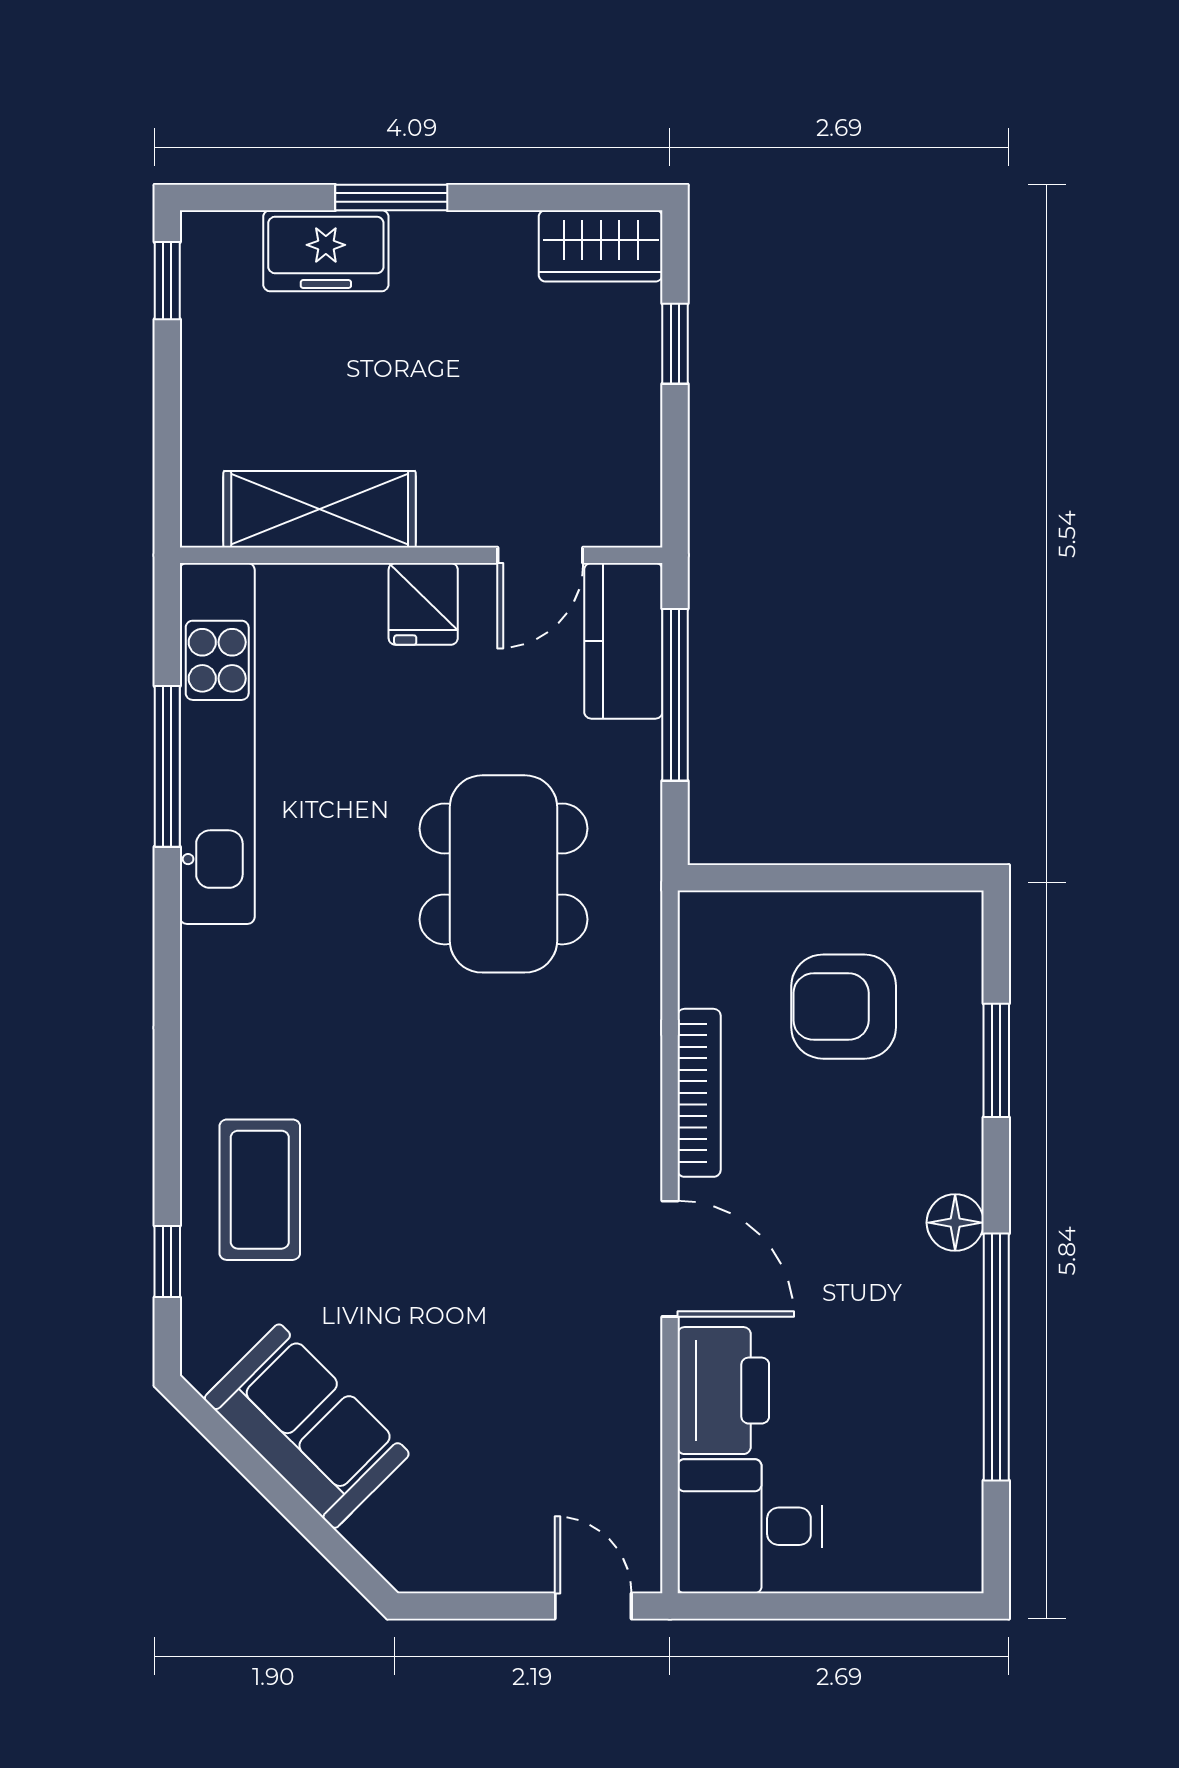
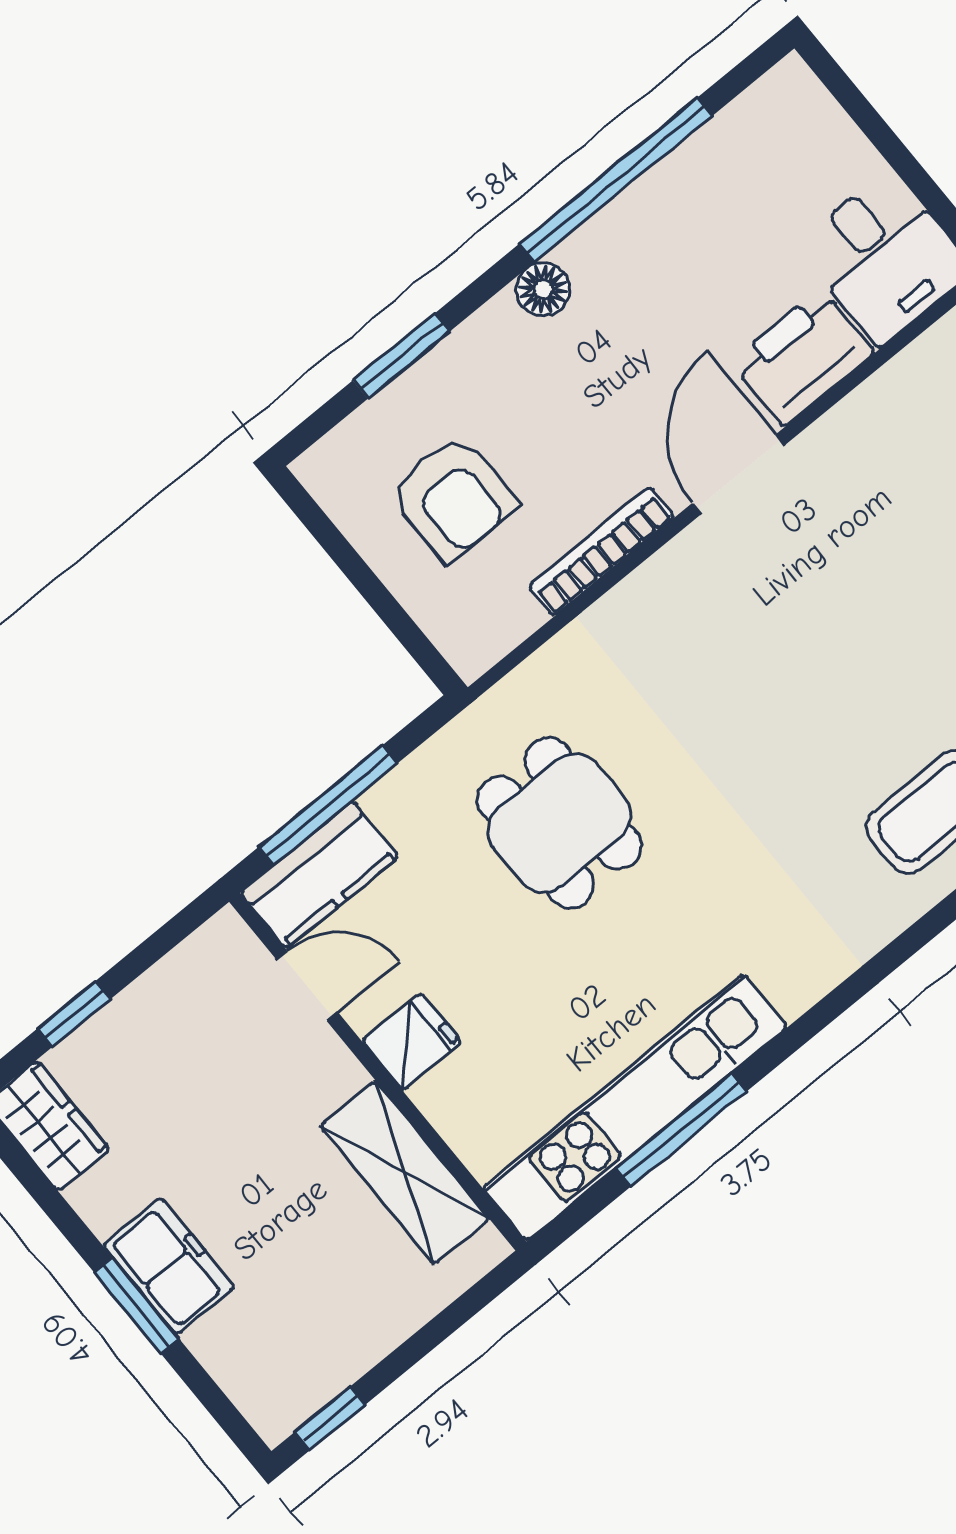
freezer: (326, 251) -> (169, 1266), moved
dining table: (504, 874) -> (559, 823), width x0.73

